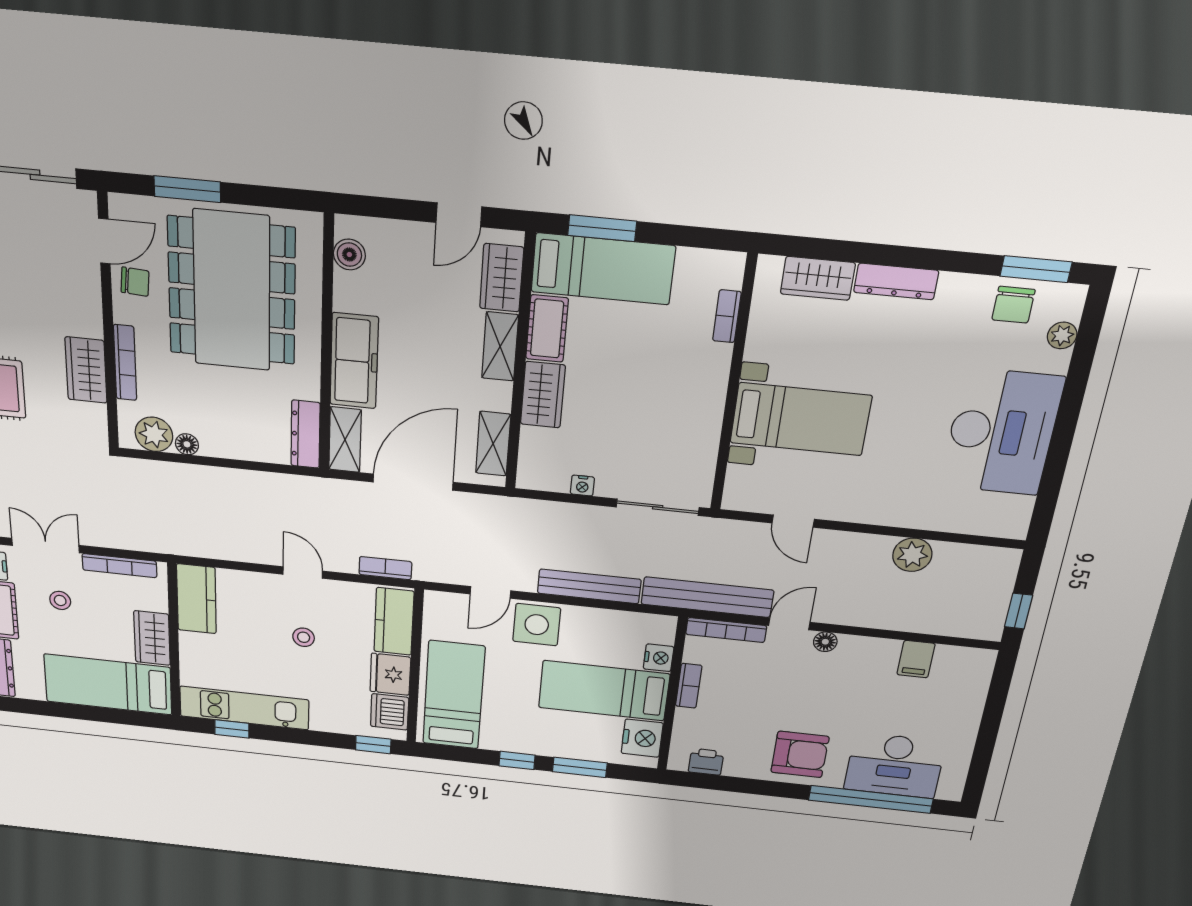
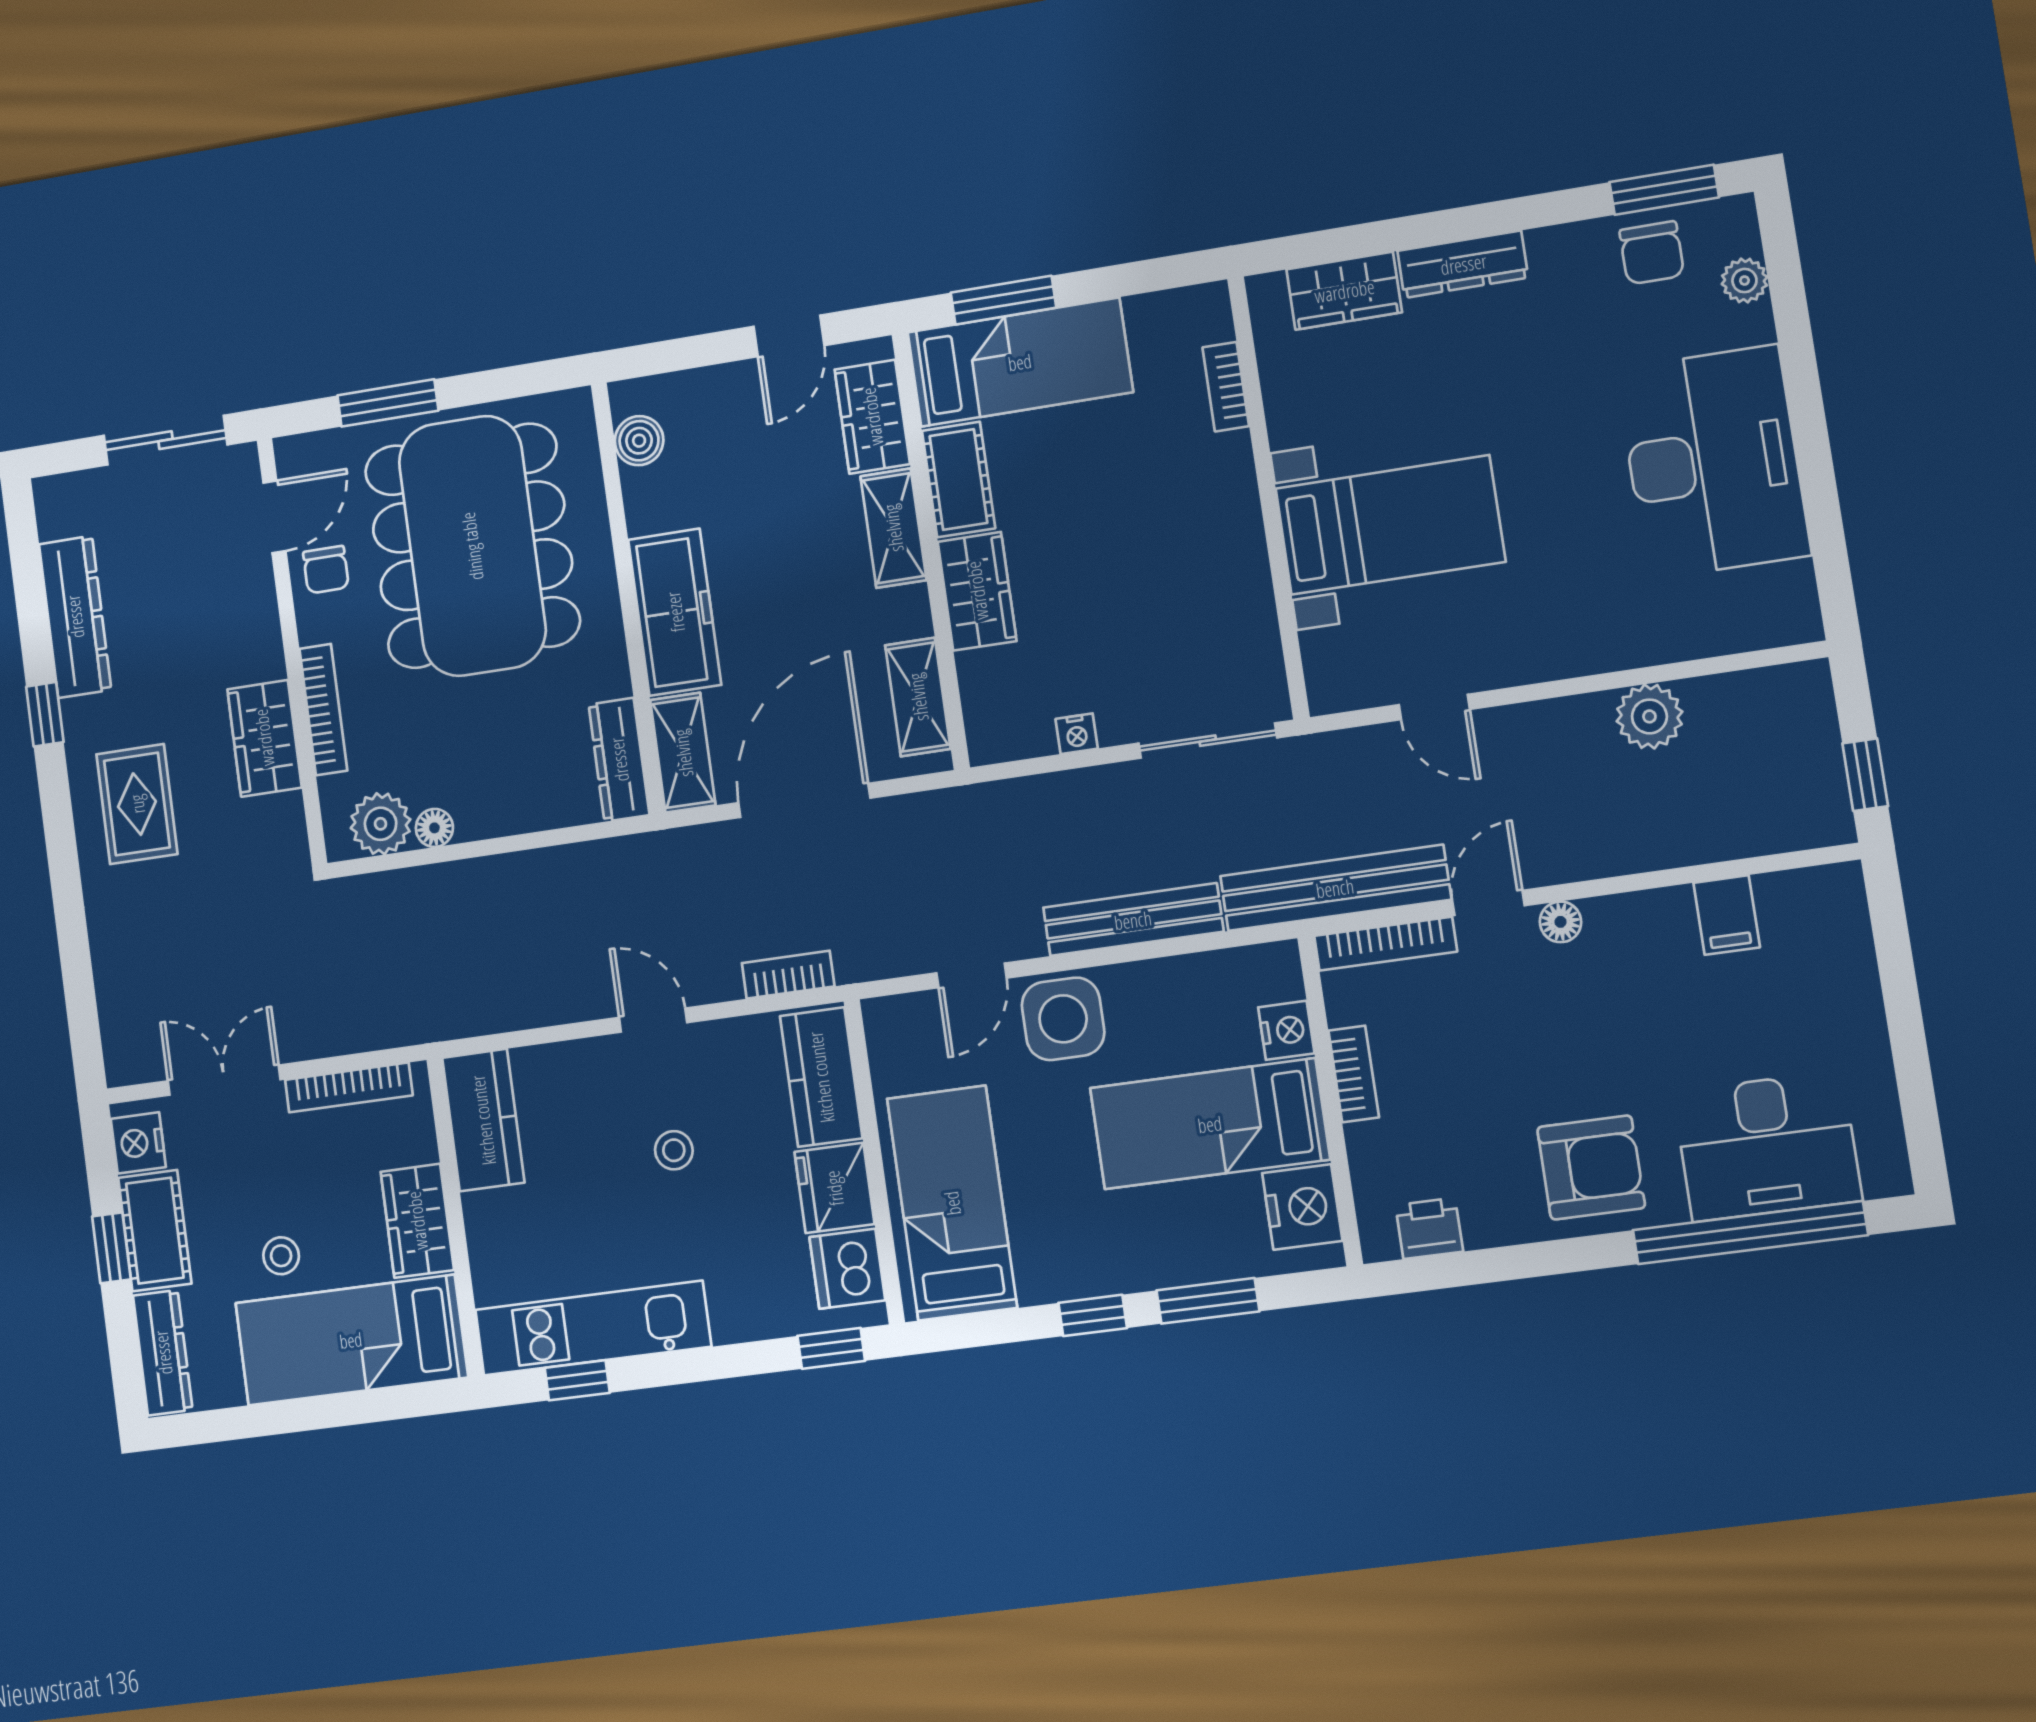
chair: (135, 282) -> (326, 570), turned 86
stool: (60, 600) -> (281, 1256), moved

